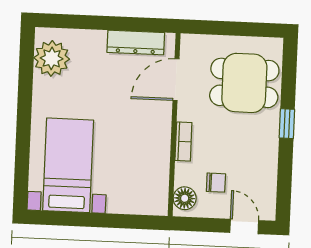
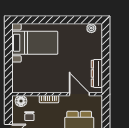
plant: (52, 58) -> (91, 28), width x0.53, depth x0.53

